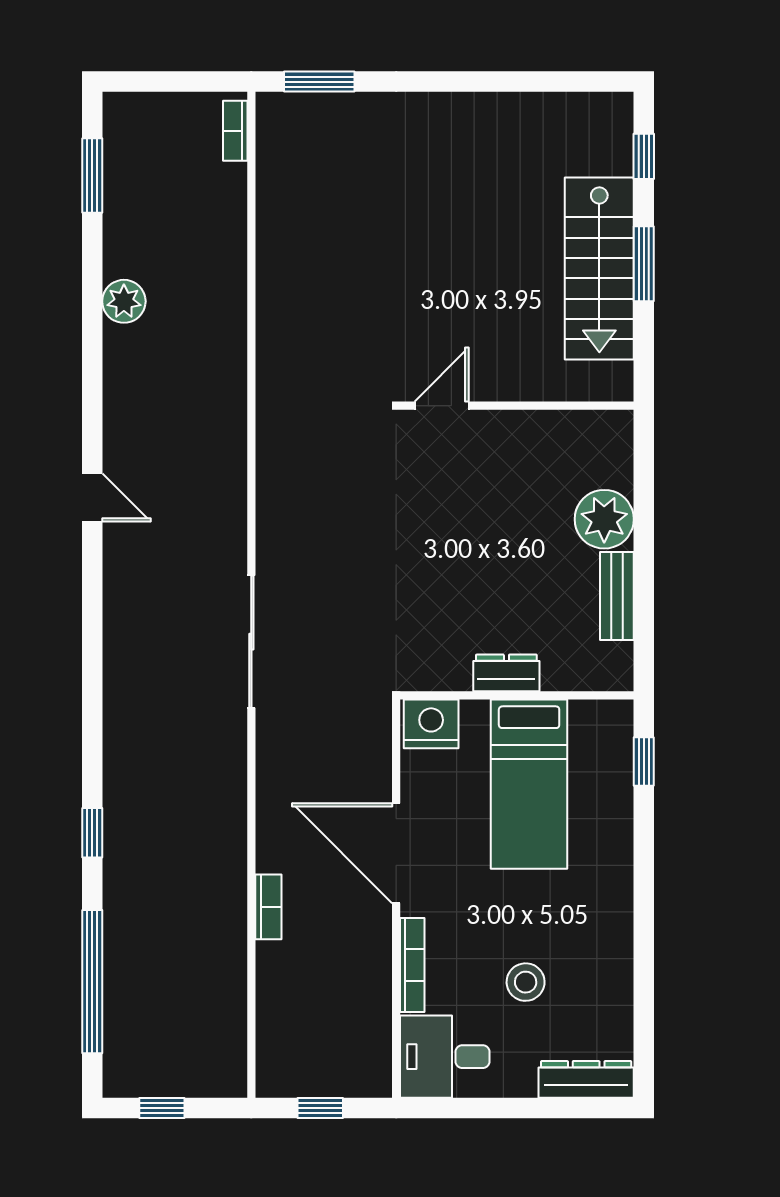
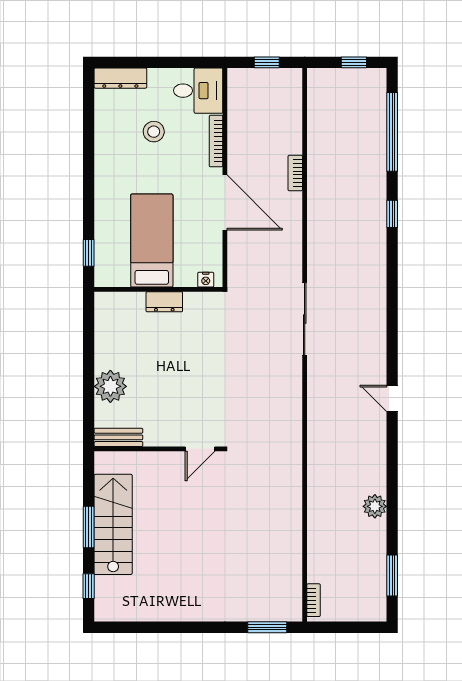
bench: (617, 596) -> (118, 437), moved, turned 90
nightstand: (431, 724) -> (206, 280), width x0.53, depth x0.56

